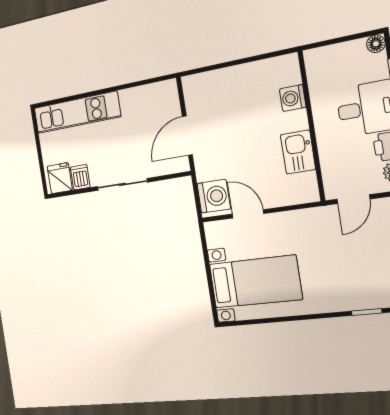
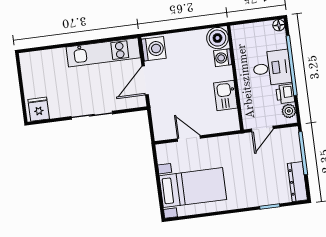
boiler: (284, 70) -> (217, 38), added
kitchen unit: (77, 112) -> (103, 52), moved
dishwasher: (80, 177) -> (57, 109), removed
washing machine: (214, 196) -> (154, 49), moved

